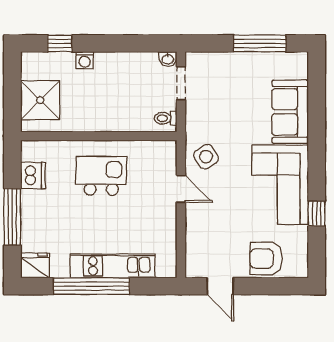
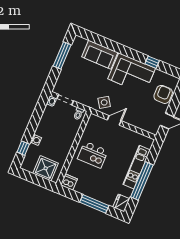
dishwasher: (33, 176) -> (69, 182), moved
kitchen island: (101, 176) -> (93, 155), turned -90
armchair: (266, 259) -> (163, 94), turned 180

